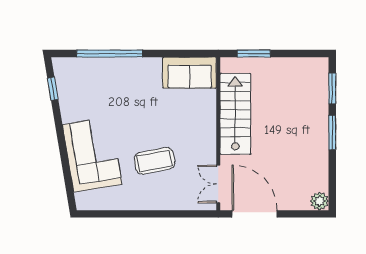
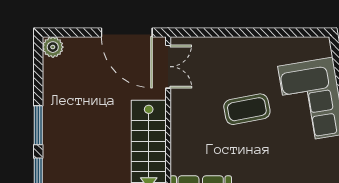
coffee table: (155, 161) -> (247, 109), moved

